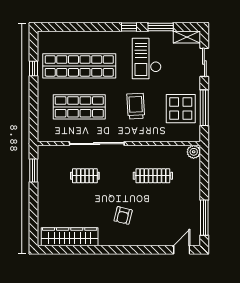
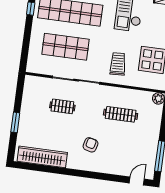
trolley: (136, 106) -> (118, 64), moved
window: (33, 170) -> (15, 122), moved
armchair: (123, 215) -> (90, 145), turned 180

